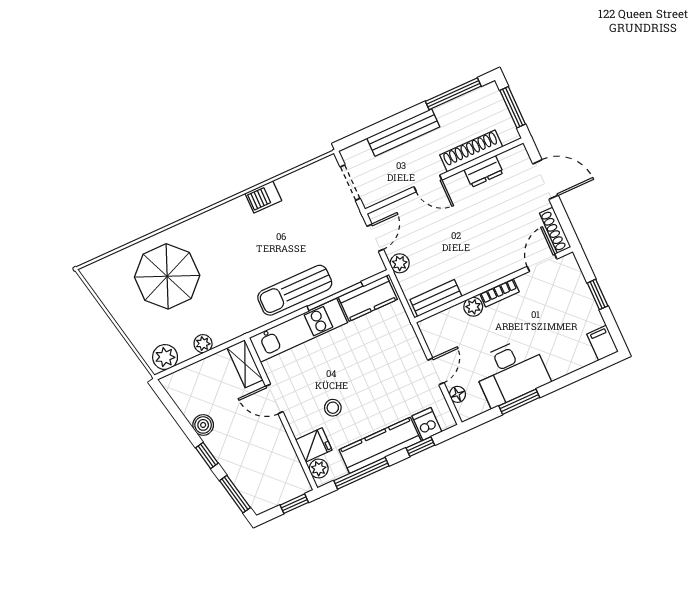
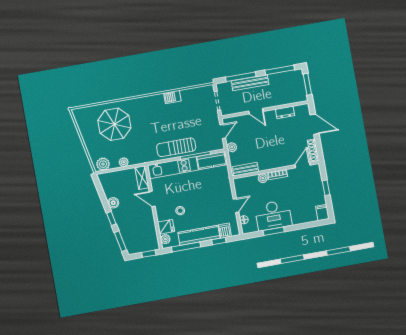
window: (383, 126) -> (241, 77), added
shoe rack: (471, 151) -> (281, 101), removed

